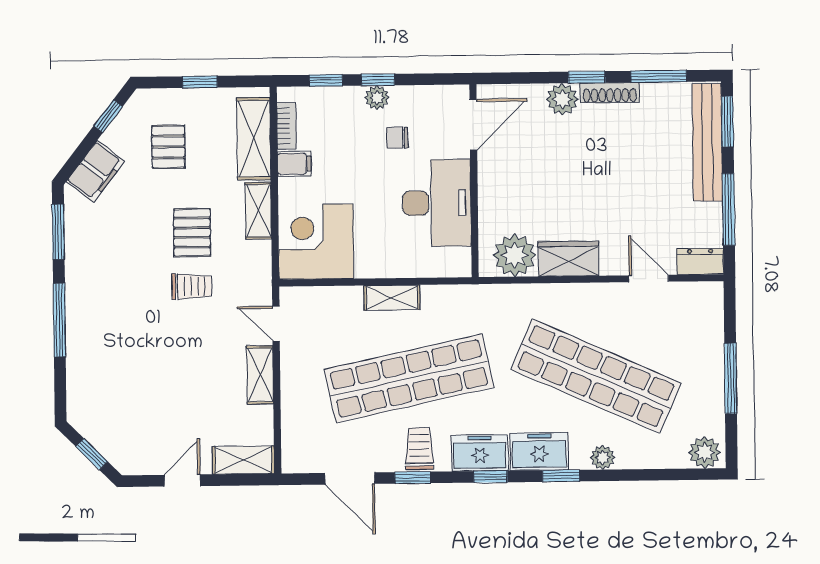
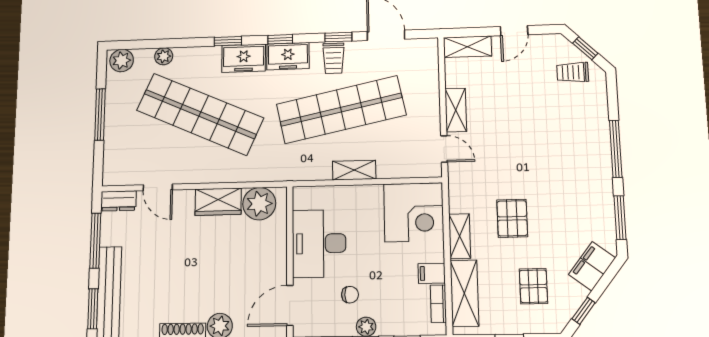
trolley: (192, 286) -> (573, 72), moved
plant: (603, 457) -> (164, 56), moved

